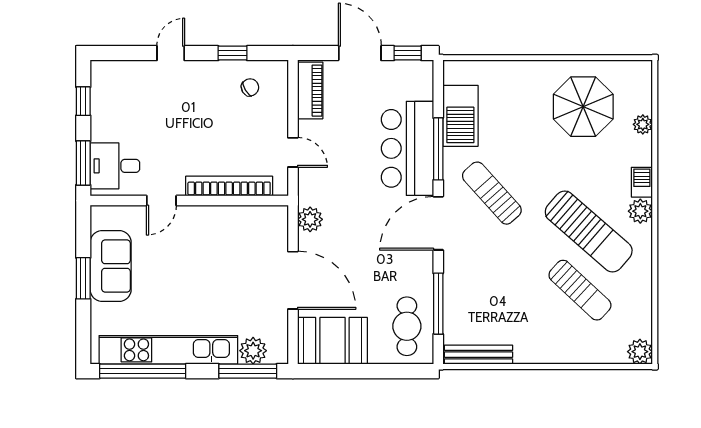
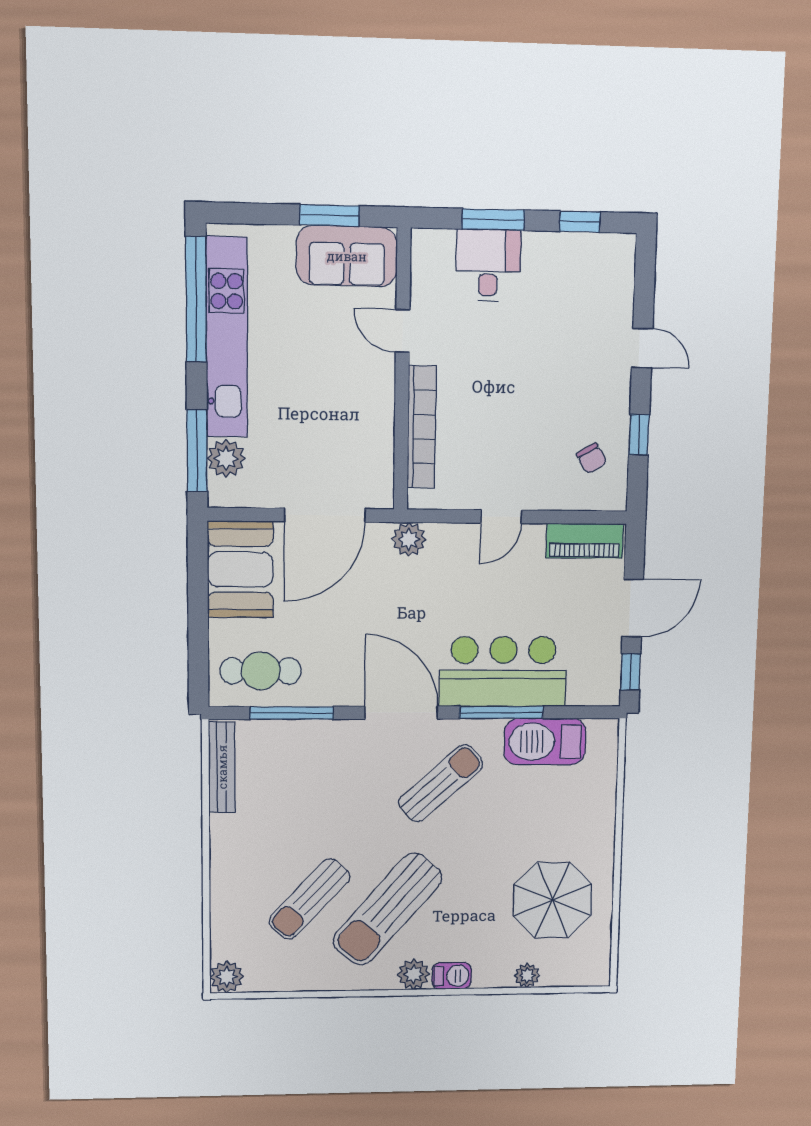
bookcase: (229, 186) -> (422, 427), moved
door: (161, 201) -> (403, 331), moved
wall: (189, 201) -> (402, 370), moved

